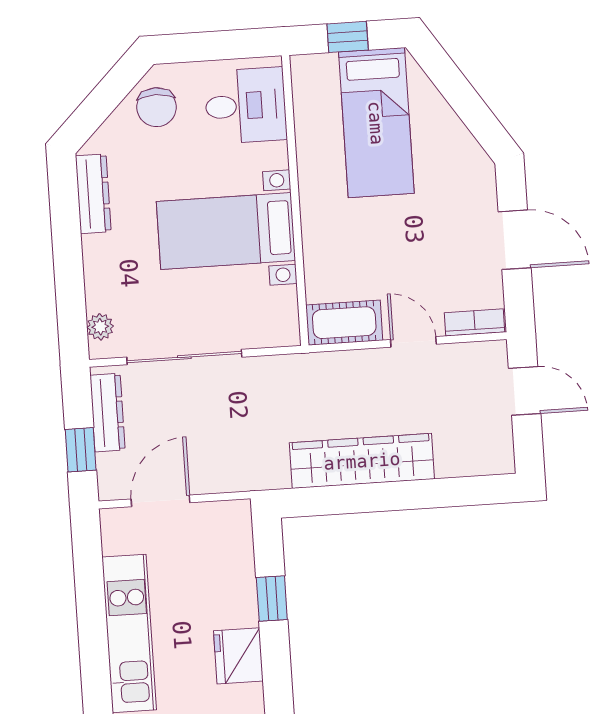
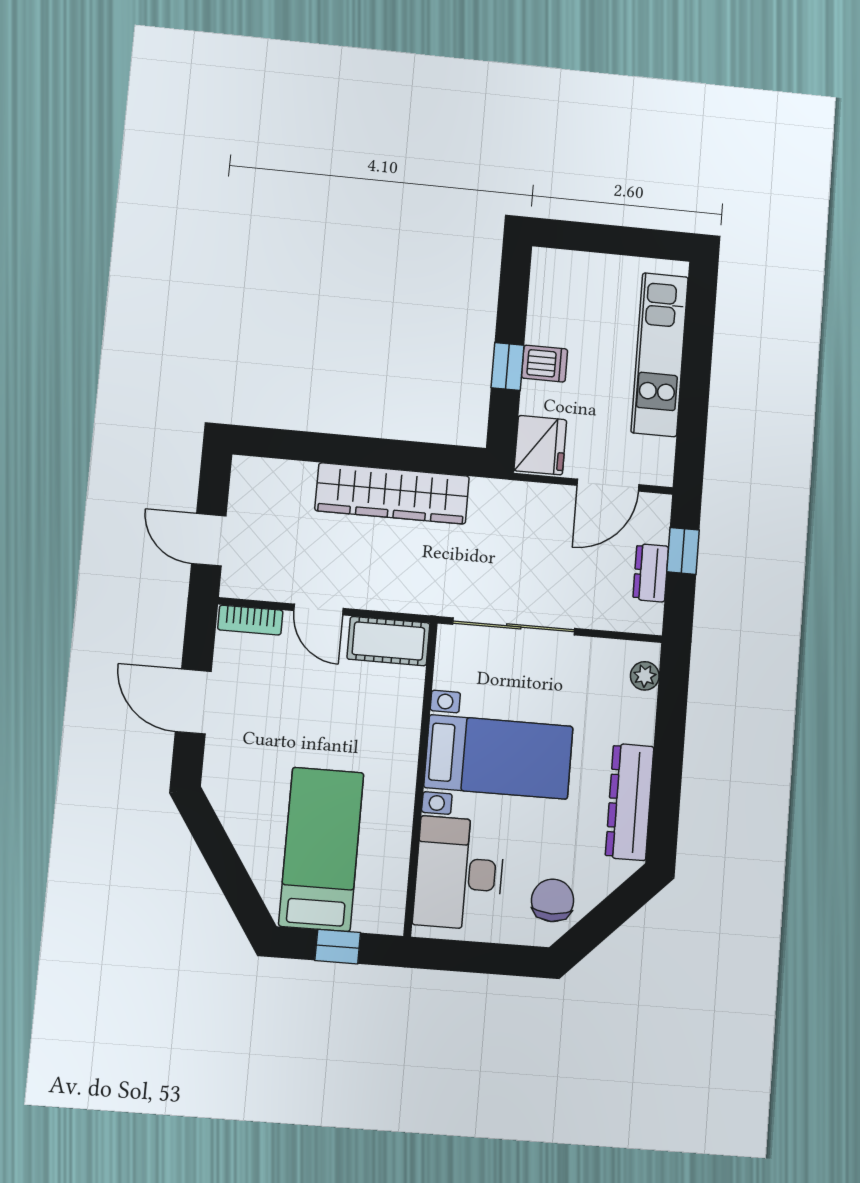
desk: (246, 106) -> (459, 873), width x1.37
dresser: (93, 194) -> (630, 802), width x1.37, depth x1.24
sliding door: (184, 357) -> (514, 626), moved
dresser: (108, 413) -> (651, 573), width x0.70
dishwasher: (237, 607) -> (545, 364), added
fridge: (238, 656) -> (540, 445), moved

